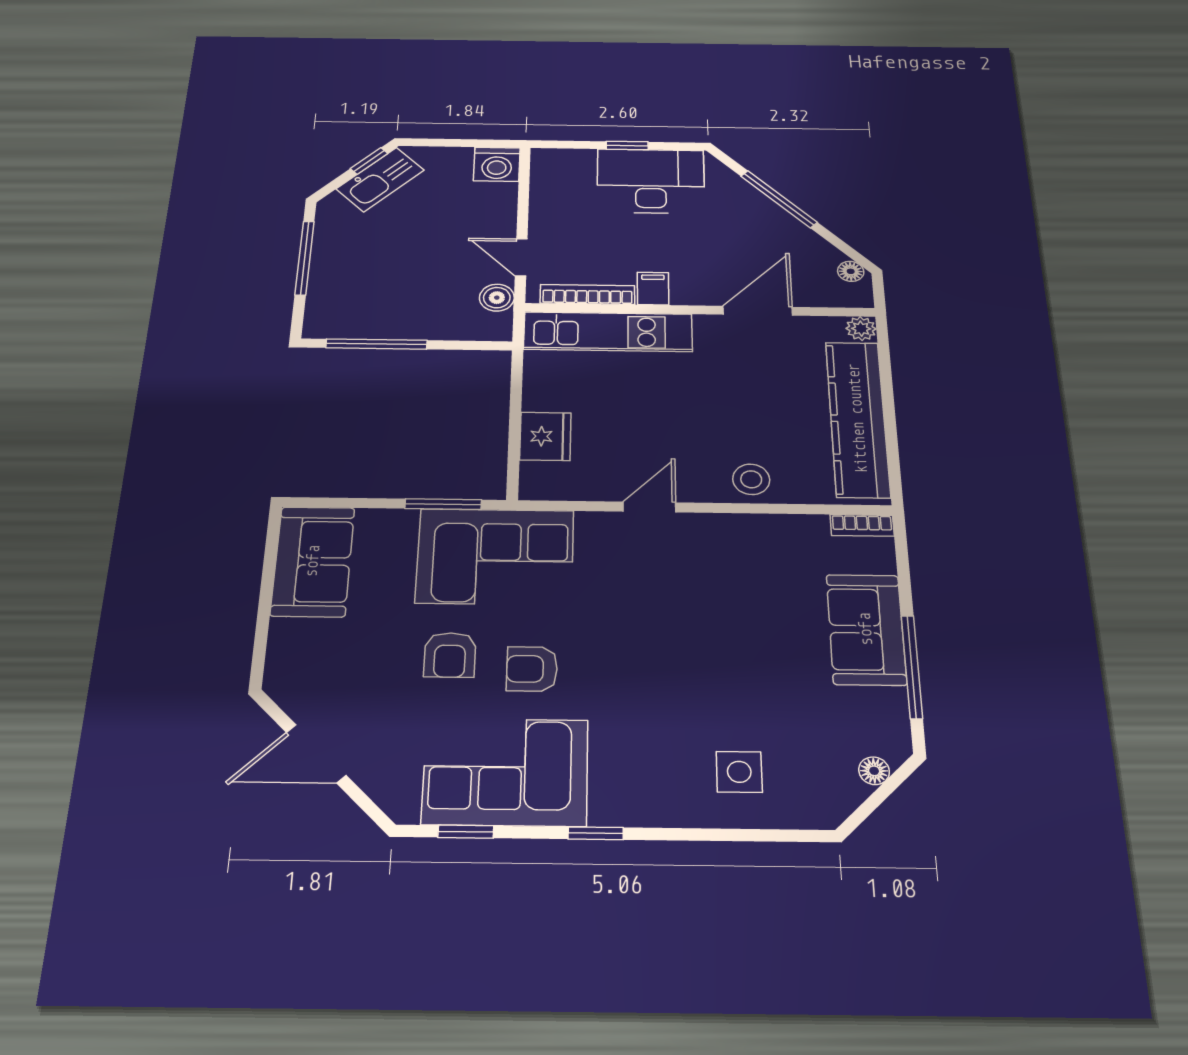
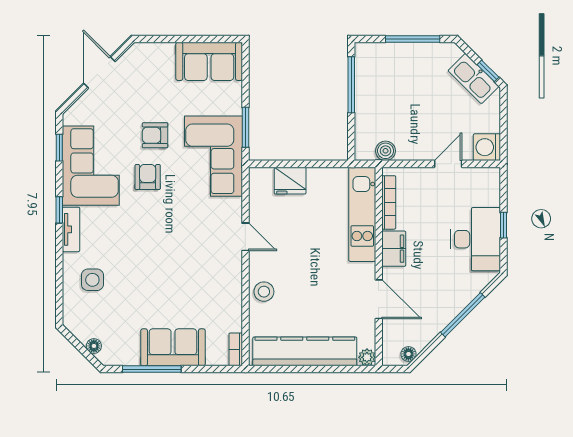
door: (521, 257) -> (448, 164), moved
filing cabinet: (653, 289) -> (394, 249), width x2.00
tv unit: (636, 811) -> (71, 229), added

